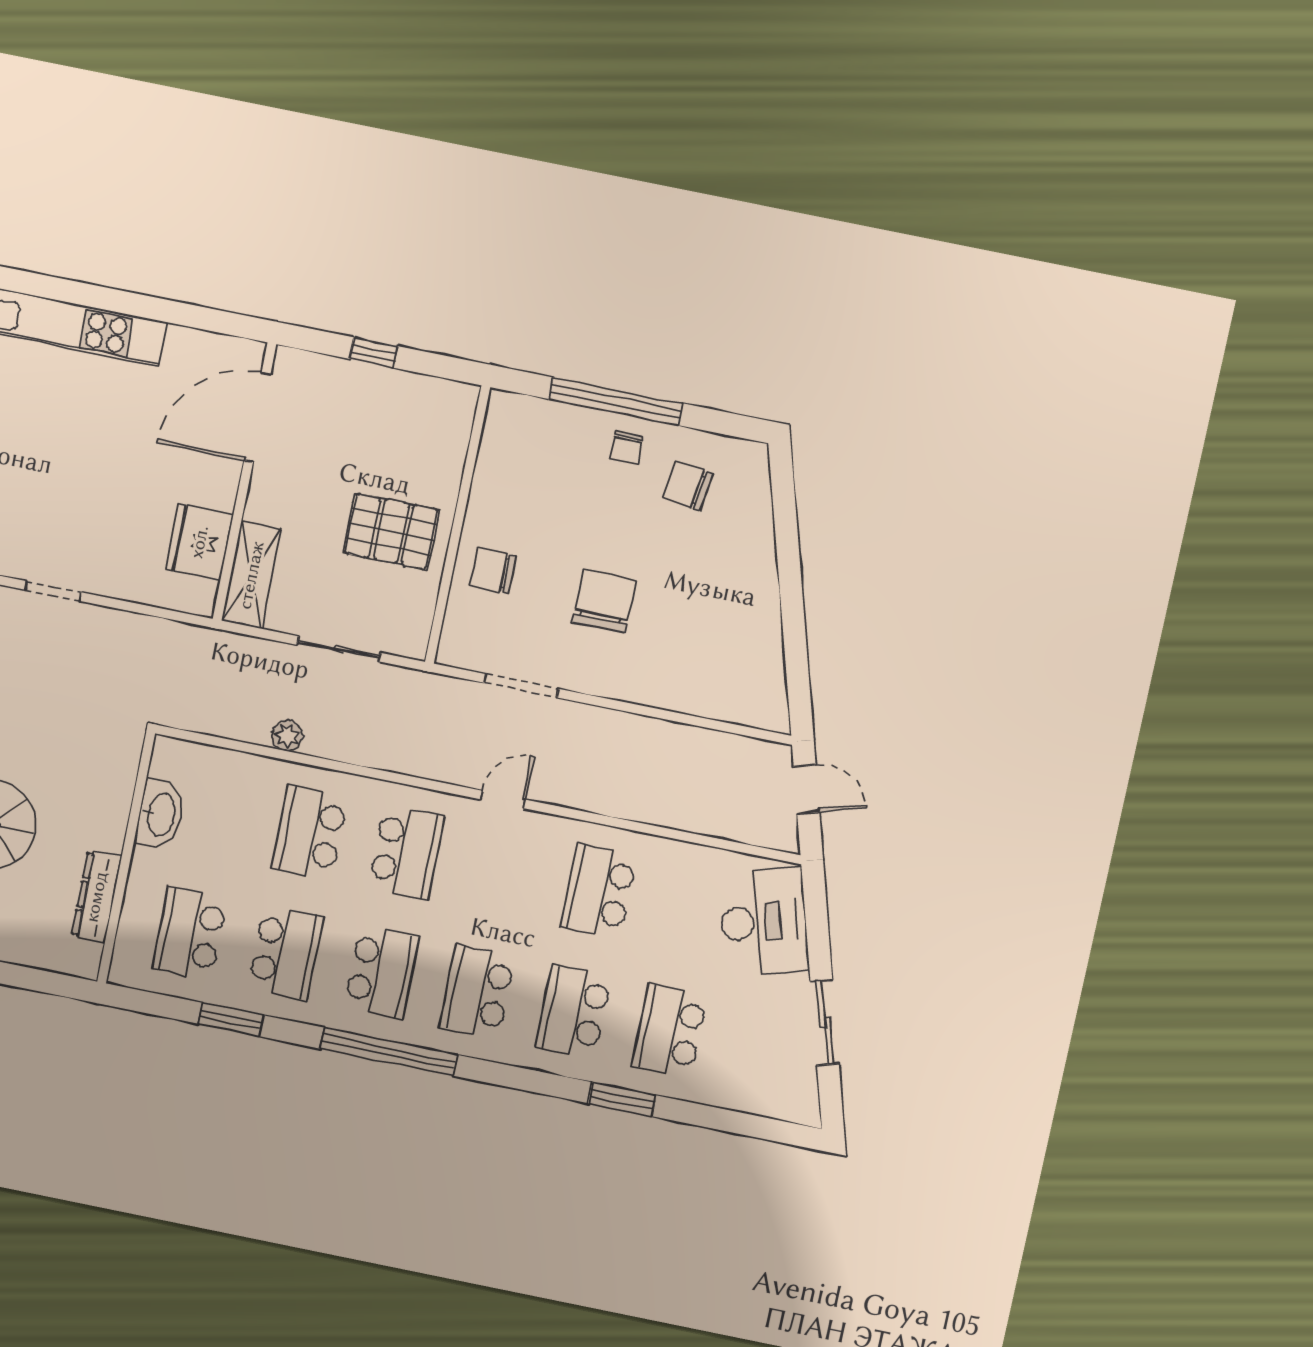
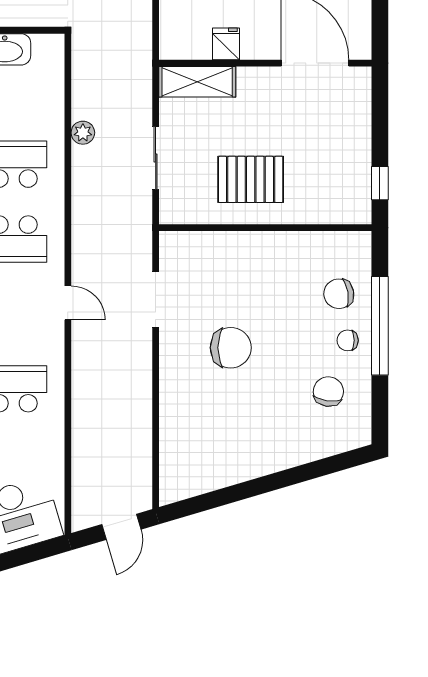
window: (374, 353) -> (380, 183), moved
pallet: (391, 531) -> (251, 179), turned 90
fridge: (199, 542) -> (226, 44), width x0.53, depth x0.75
chair: (493, 571) -> (339, 294), moved, turned -100

